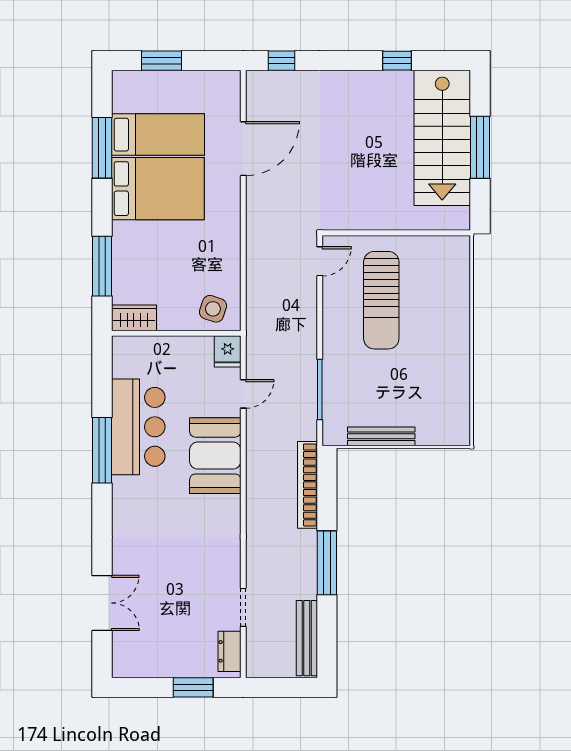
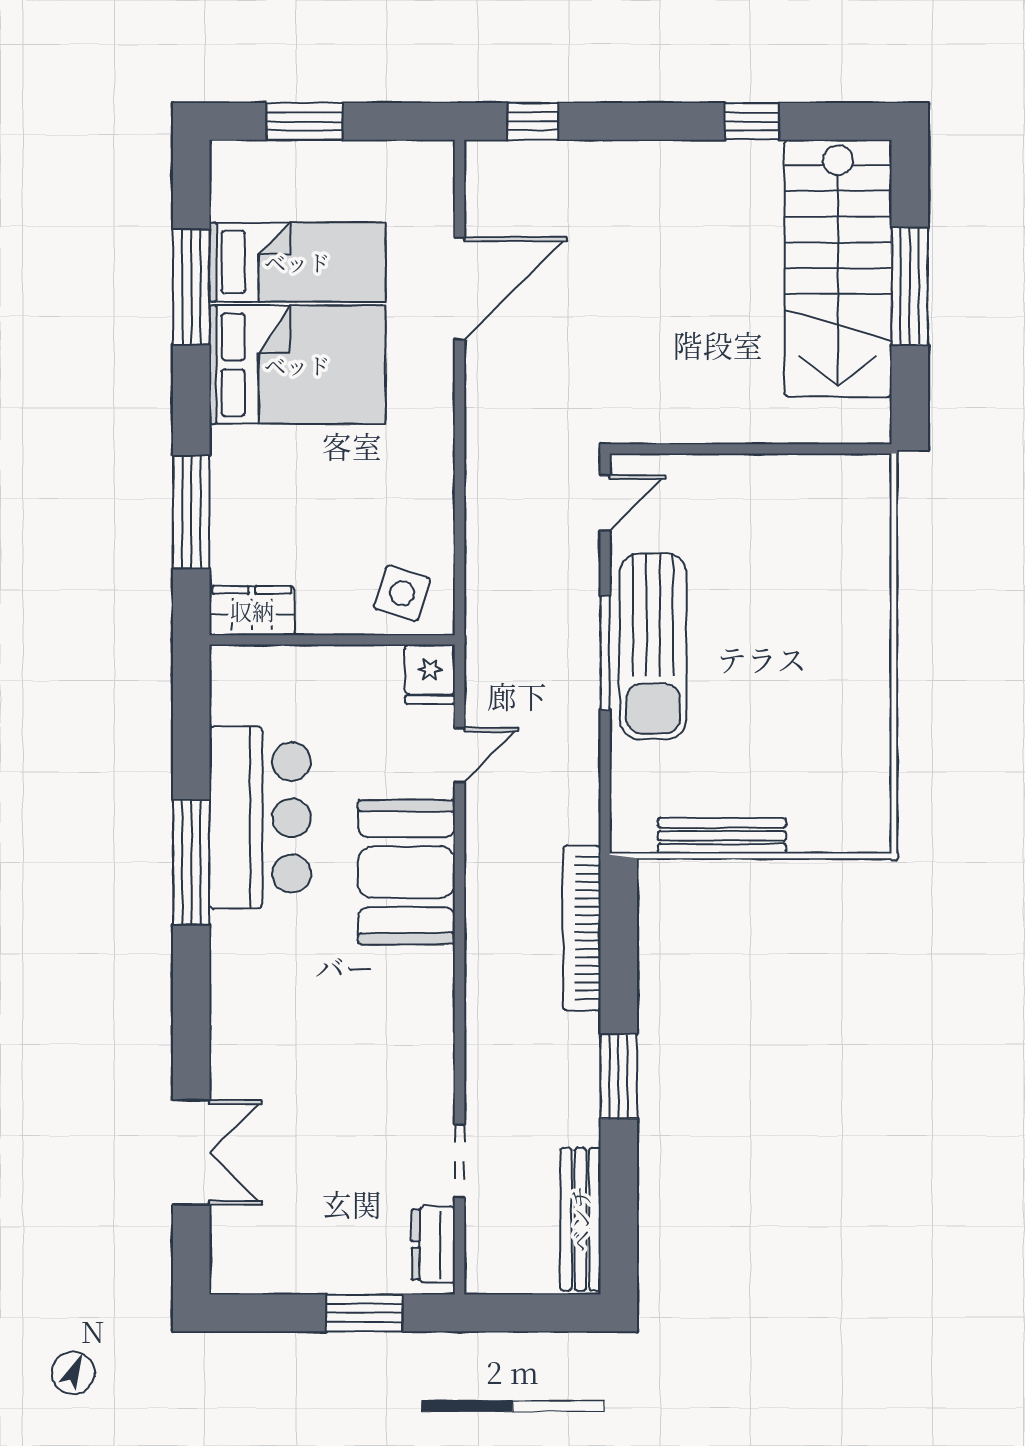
sun lounger: (381, 300) -> (653, 646), moved
window: (320, 390) -> (605, 653), moved
window: (327, 563) -> (619, 1076), width x0.69

